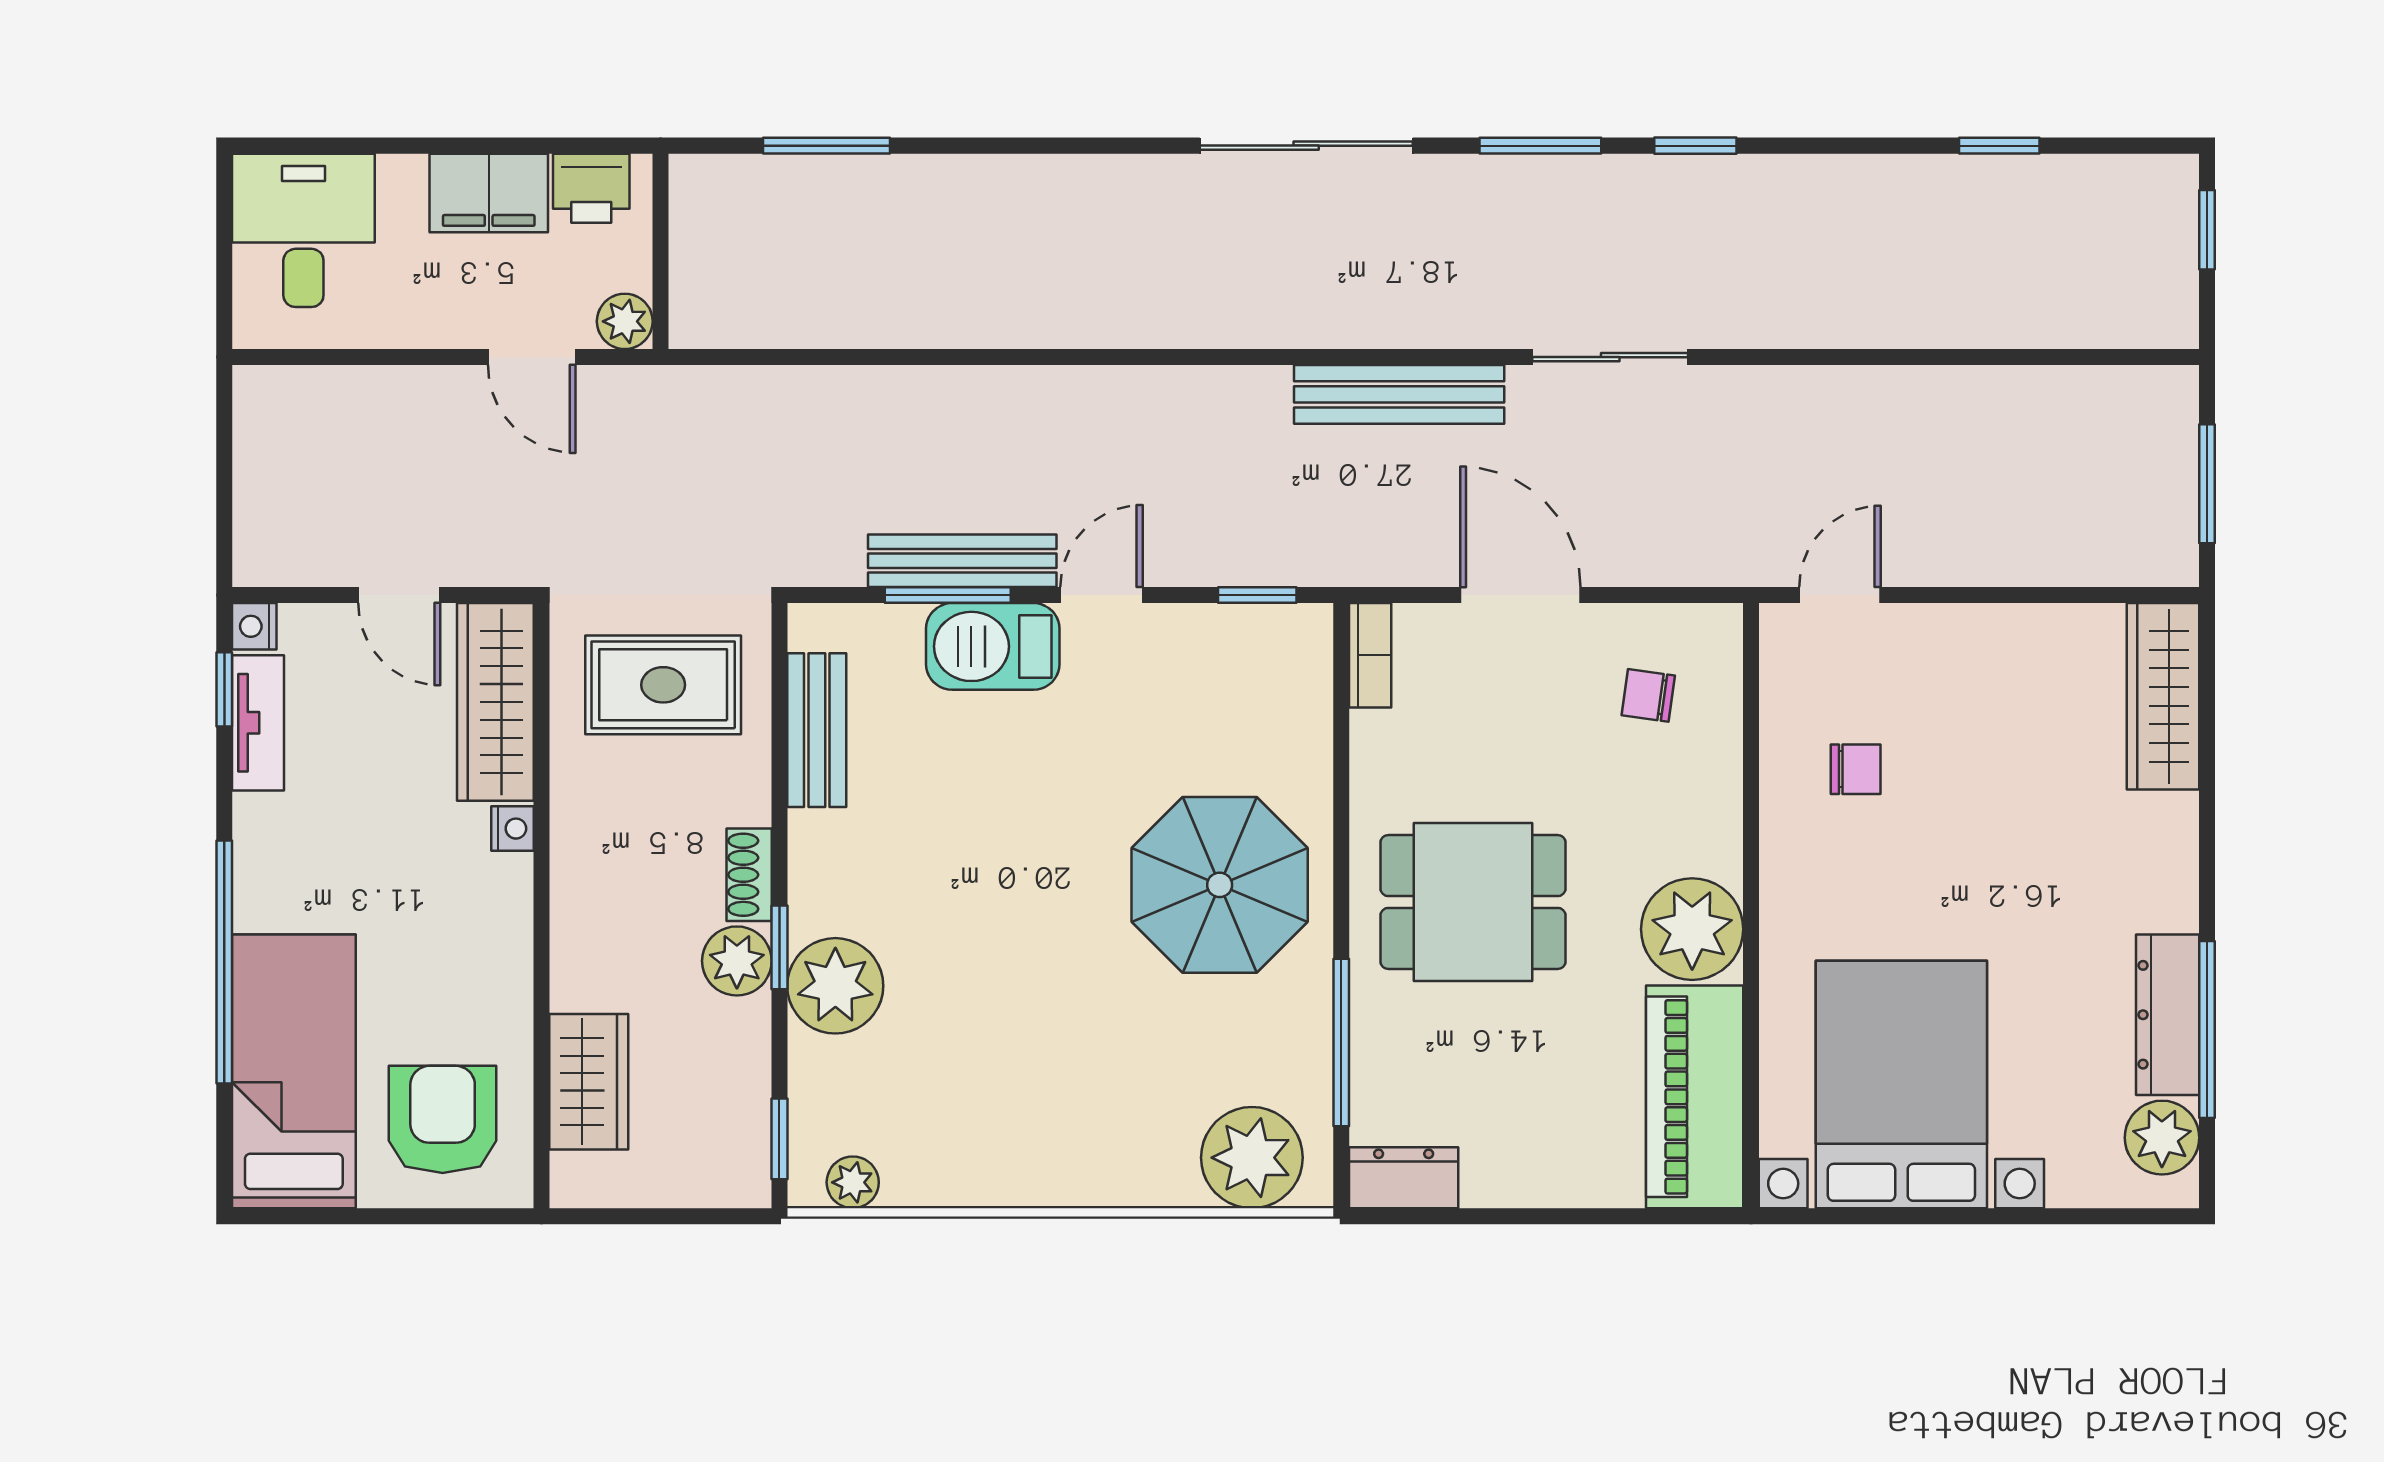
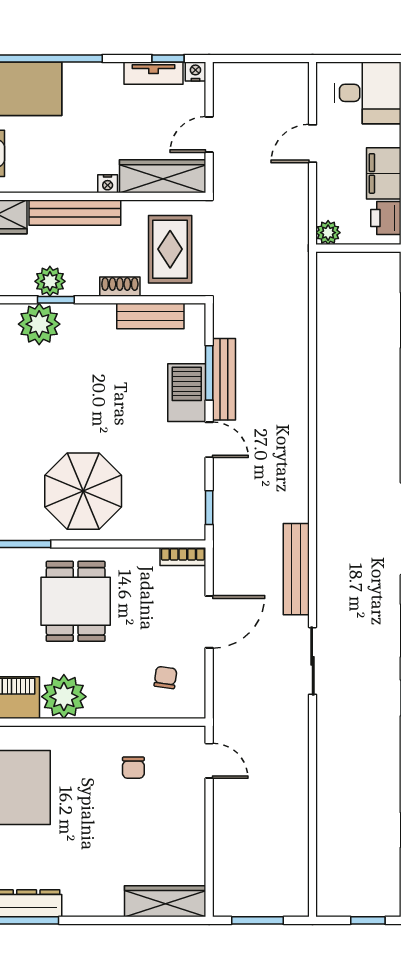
door: (532, 357) -> (312, 144), moved
shoe rack: (749, 875) -> (120, 287), moved
bench: (579, 903) -> (75, 213), added

